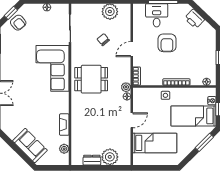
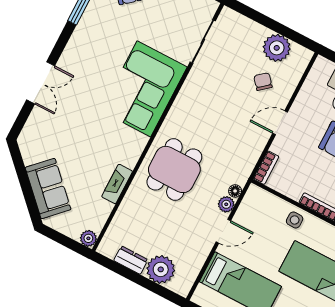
chair: (103, 40) -> (263, 82), moved
dining table: (91, 79) -> (174, 169), moved, turned 90
plant: (126, 87) -> (226, 204), moved
plant: (64, 149) -> (88, 238), moved

